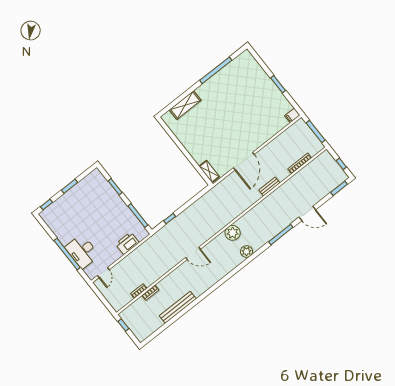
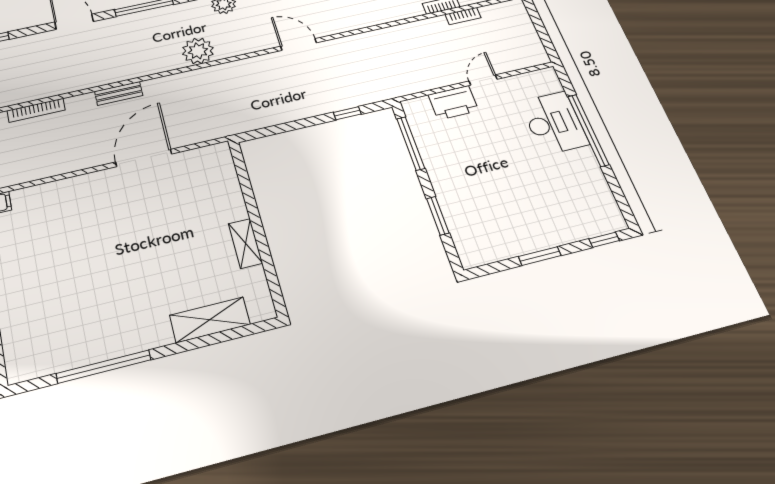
shelving: (209, 171) -> (245, 243), moved
plant: (233, 233) -> (198, 51), moved
door: (193, 253) -> (299, 44), moved
door: (103, 273) -> (483, 80), moved

